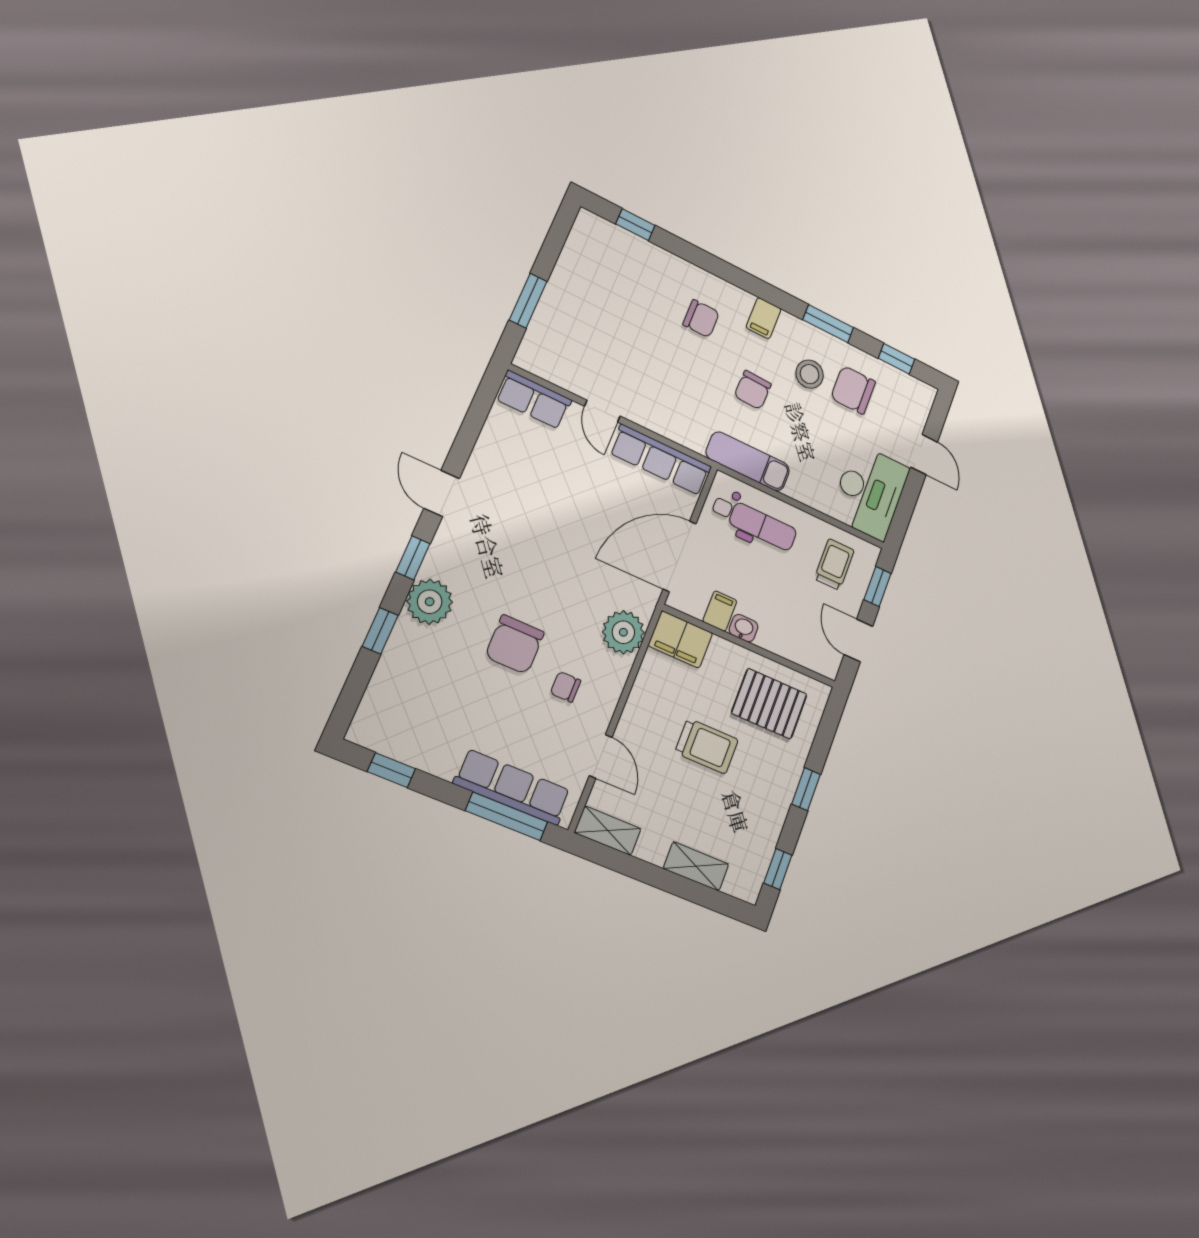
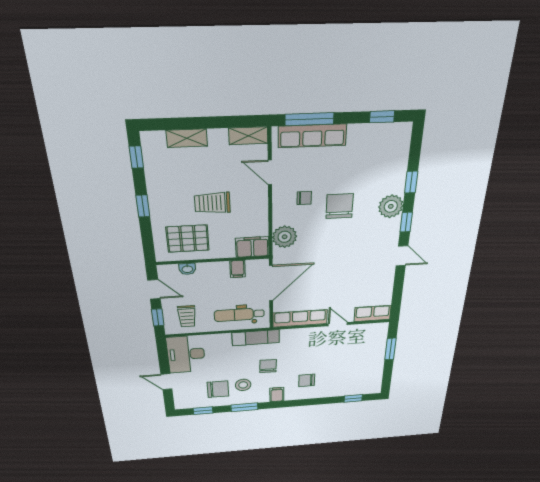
washbasin: (744, 628) -> (187, 269), moved

